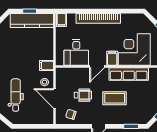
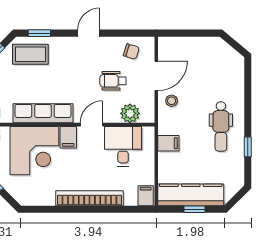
filing cabinet: (47, 66) -> (168, 143), moved
plant: (72, 74) -> (130, 113), added
dental chair: (16, 95) -> (221, 126), moved
door: (55, 98) -> (156, 76), hinge flipped
coffee table: (115, 98) -> (30, 54), moved

